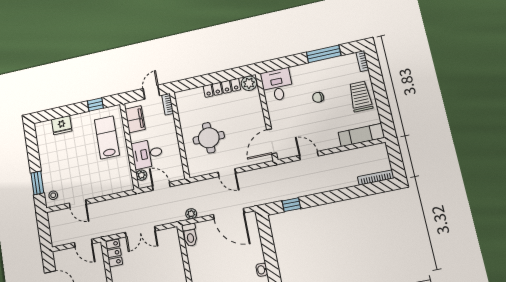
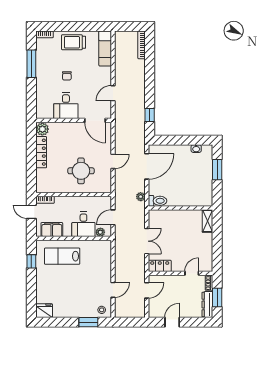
desk: (277, 85) -> (66, 106), moved, turned -90
fridge: (62, 125) -> (44, 311), moved, turned -90

